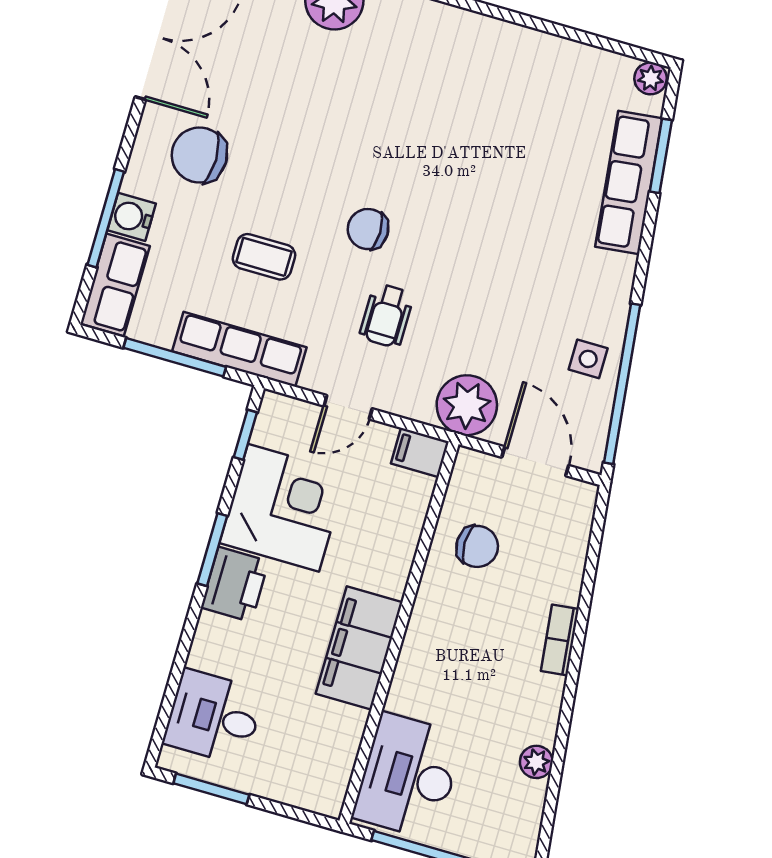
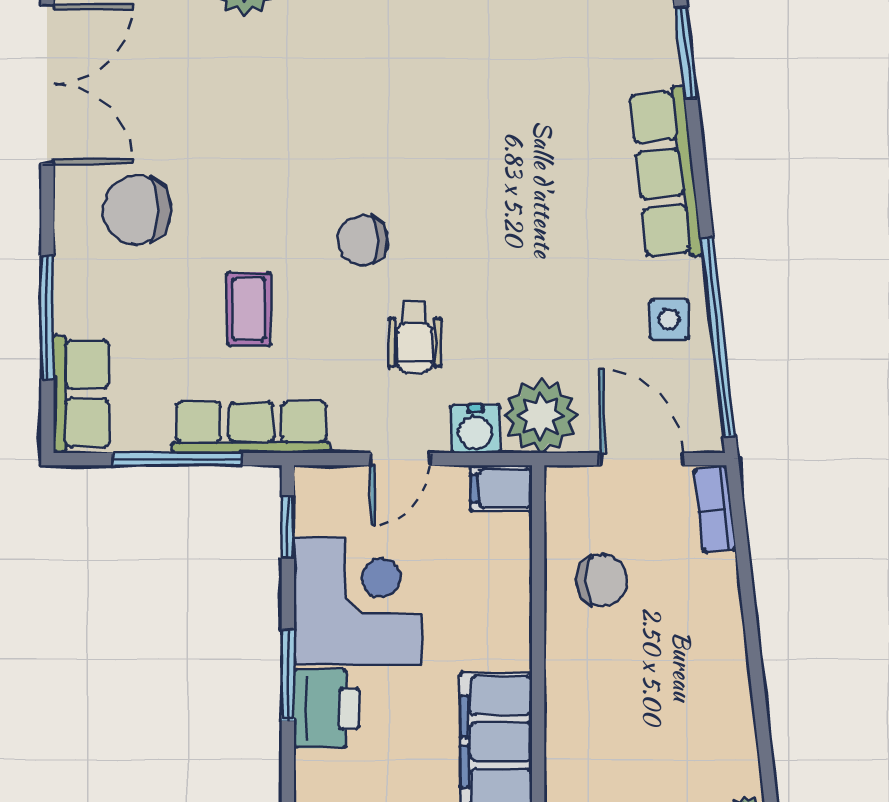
row of seats: (629, 183) -> (666, 173), moved
water cooler: (132, 217) -> (475, 429), moved, turned -90
coffee table: (264, 257) -> (249, 309), turned 90
bookcase: (560, 640) -> (715, 509), moved

